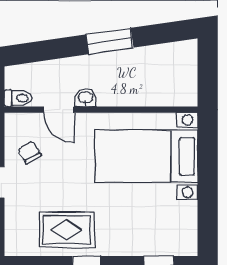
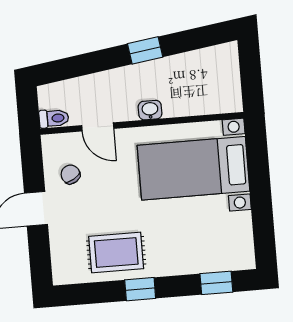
window: (110, 41) -> (145, 50), width x0.67
washbasin: (85, 98) -> (150, 110), moved

